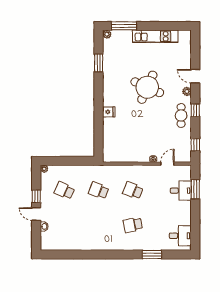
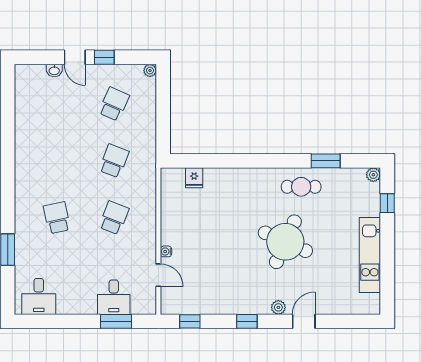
window: (124, 26) -> (387, 203), width x0.46
fridge: (109, 112) -> (194, 178), moved
cafe table: (181, 116) -> (301, 187), moved
door: (36, 214) -> (75, 57), swing flipped

